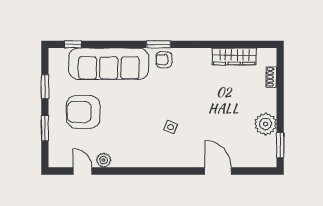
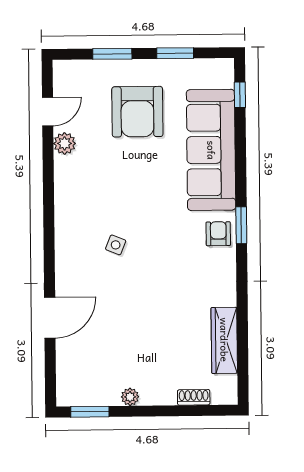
armchair: (83, 112) -> (137, 112), turned 180
plant: (265, 124) -> (130, 397), width x0.53, depth x0.53

